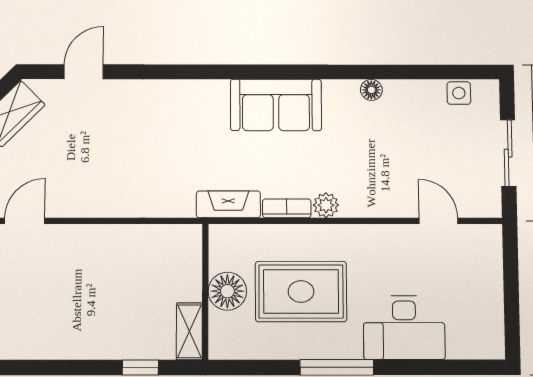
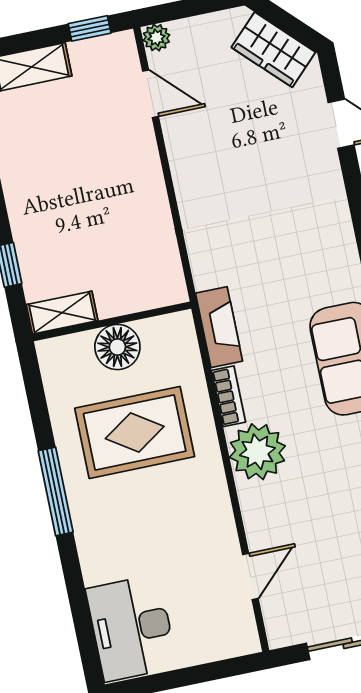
plant: (326, 205) -> (257, 452), width x1.88, depth x1.88
rug: (301, 292) -> (135, 432), turned 90
desk: (404, 328) -> (132, 628), moved

